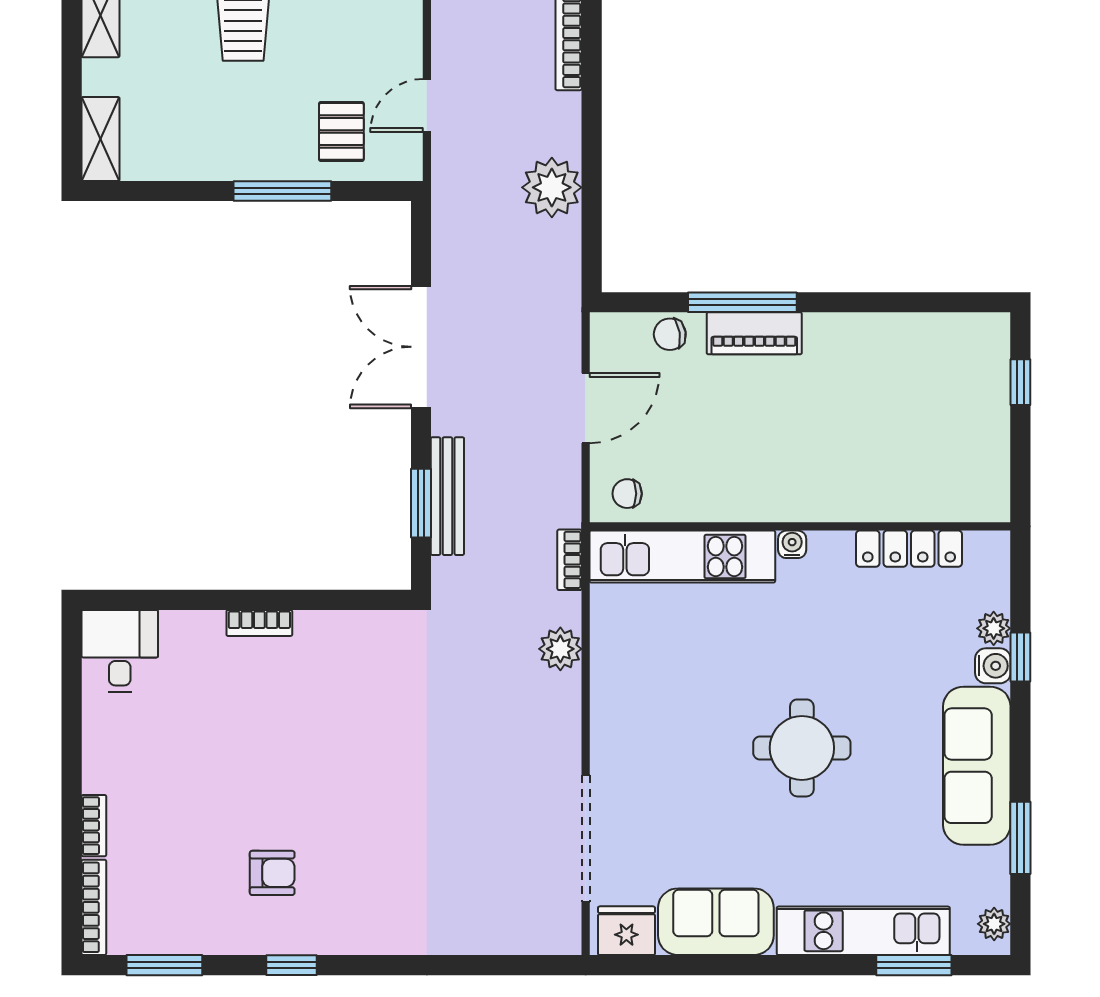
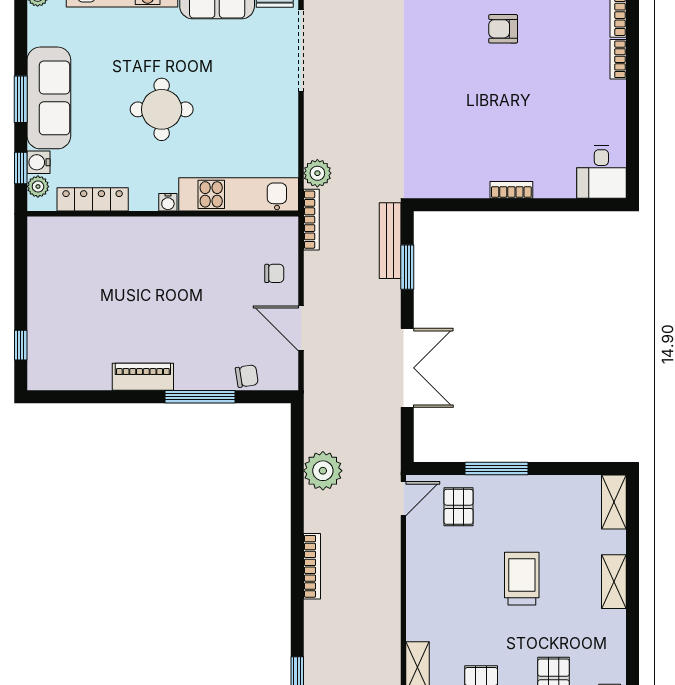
door: (427, 105) -> (403, 499), moved
piano: (754, 333) -> (143, 377), moved
door: (586, 408) -> (301, 328), hinge flipped
bench: (447, 496) -> (390, 241), moved
wall: (800, 526) -> (163, 214), moved
water cooler: (792, 544) -> (168, 202), moved
locker: (909, 549) -> (93, 199), moved
kitchen unit: (682, 557) -> (239, 194), moved
bookcase: (570, 560) -> (311, 220), width x1.56
window: (1020, 838) -> (21, 99), moved

